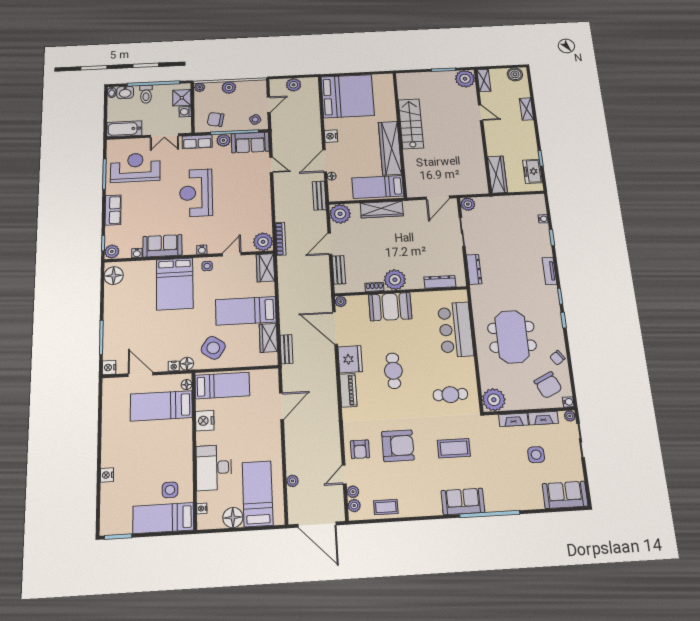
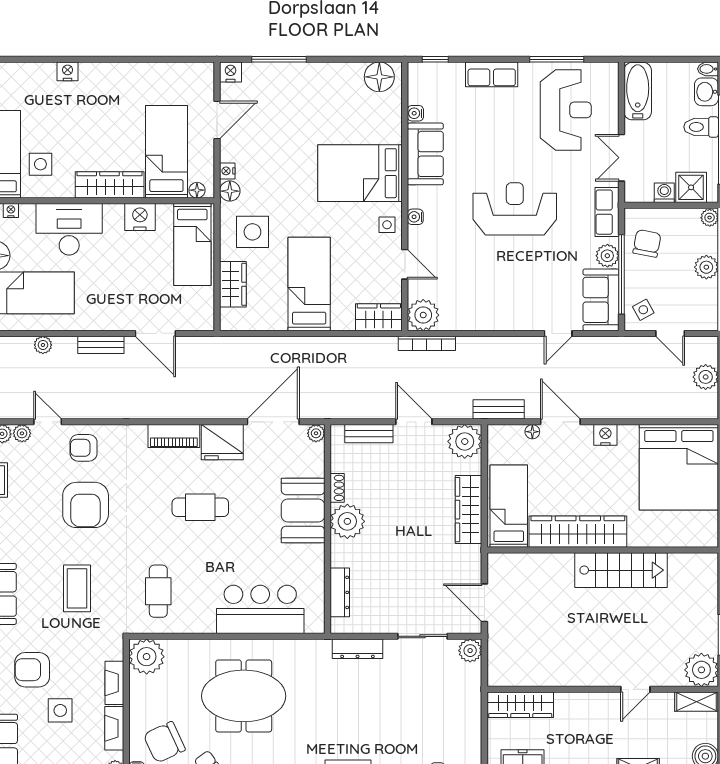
plant: (112, 252) -> (420, 73), removed
wardrobe: (268, 338) -> (233, 284), moved, turned 90
side table: (213, 348) -> (252, 232), turned -34
bench: (286, 349) -> (101, 345), moved
wardrobe: (184, 442) -> (110, 185), added
armchair: (511, 475) -> (32, 670), added

